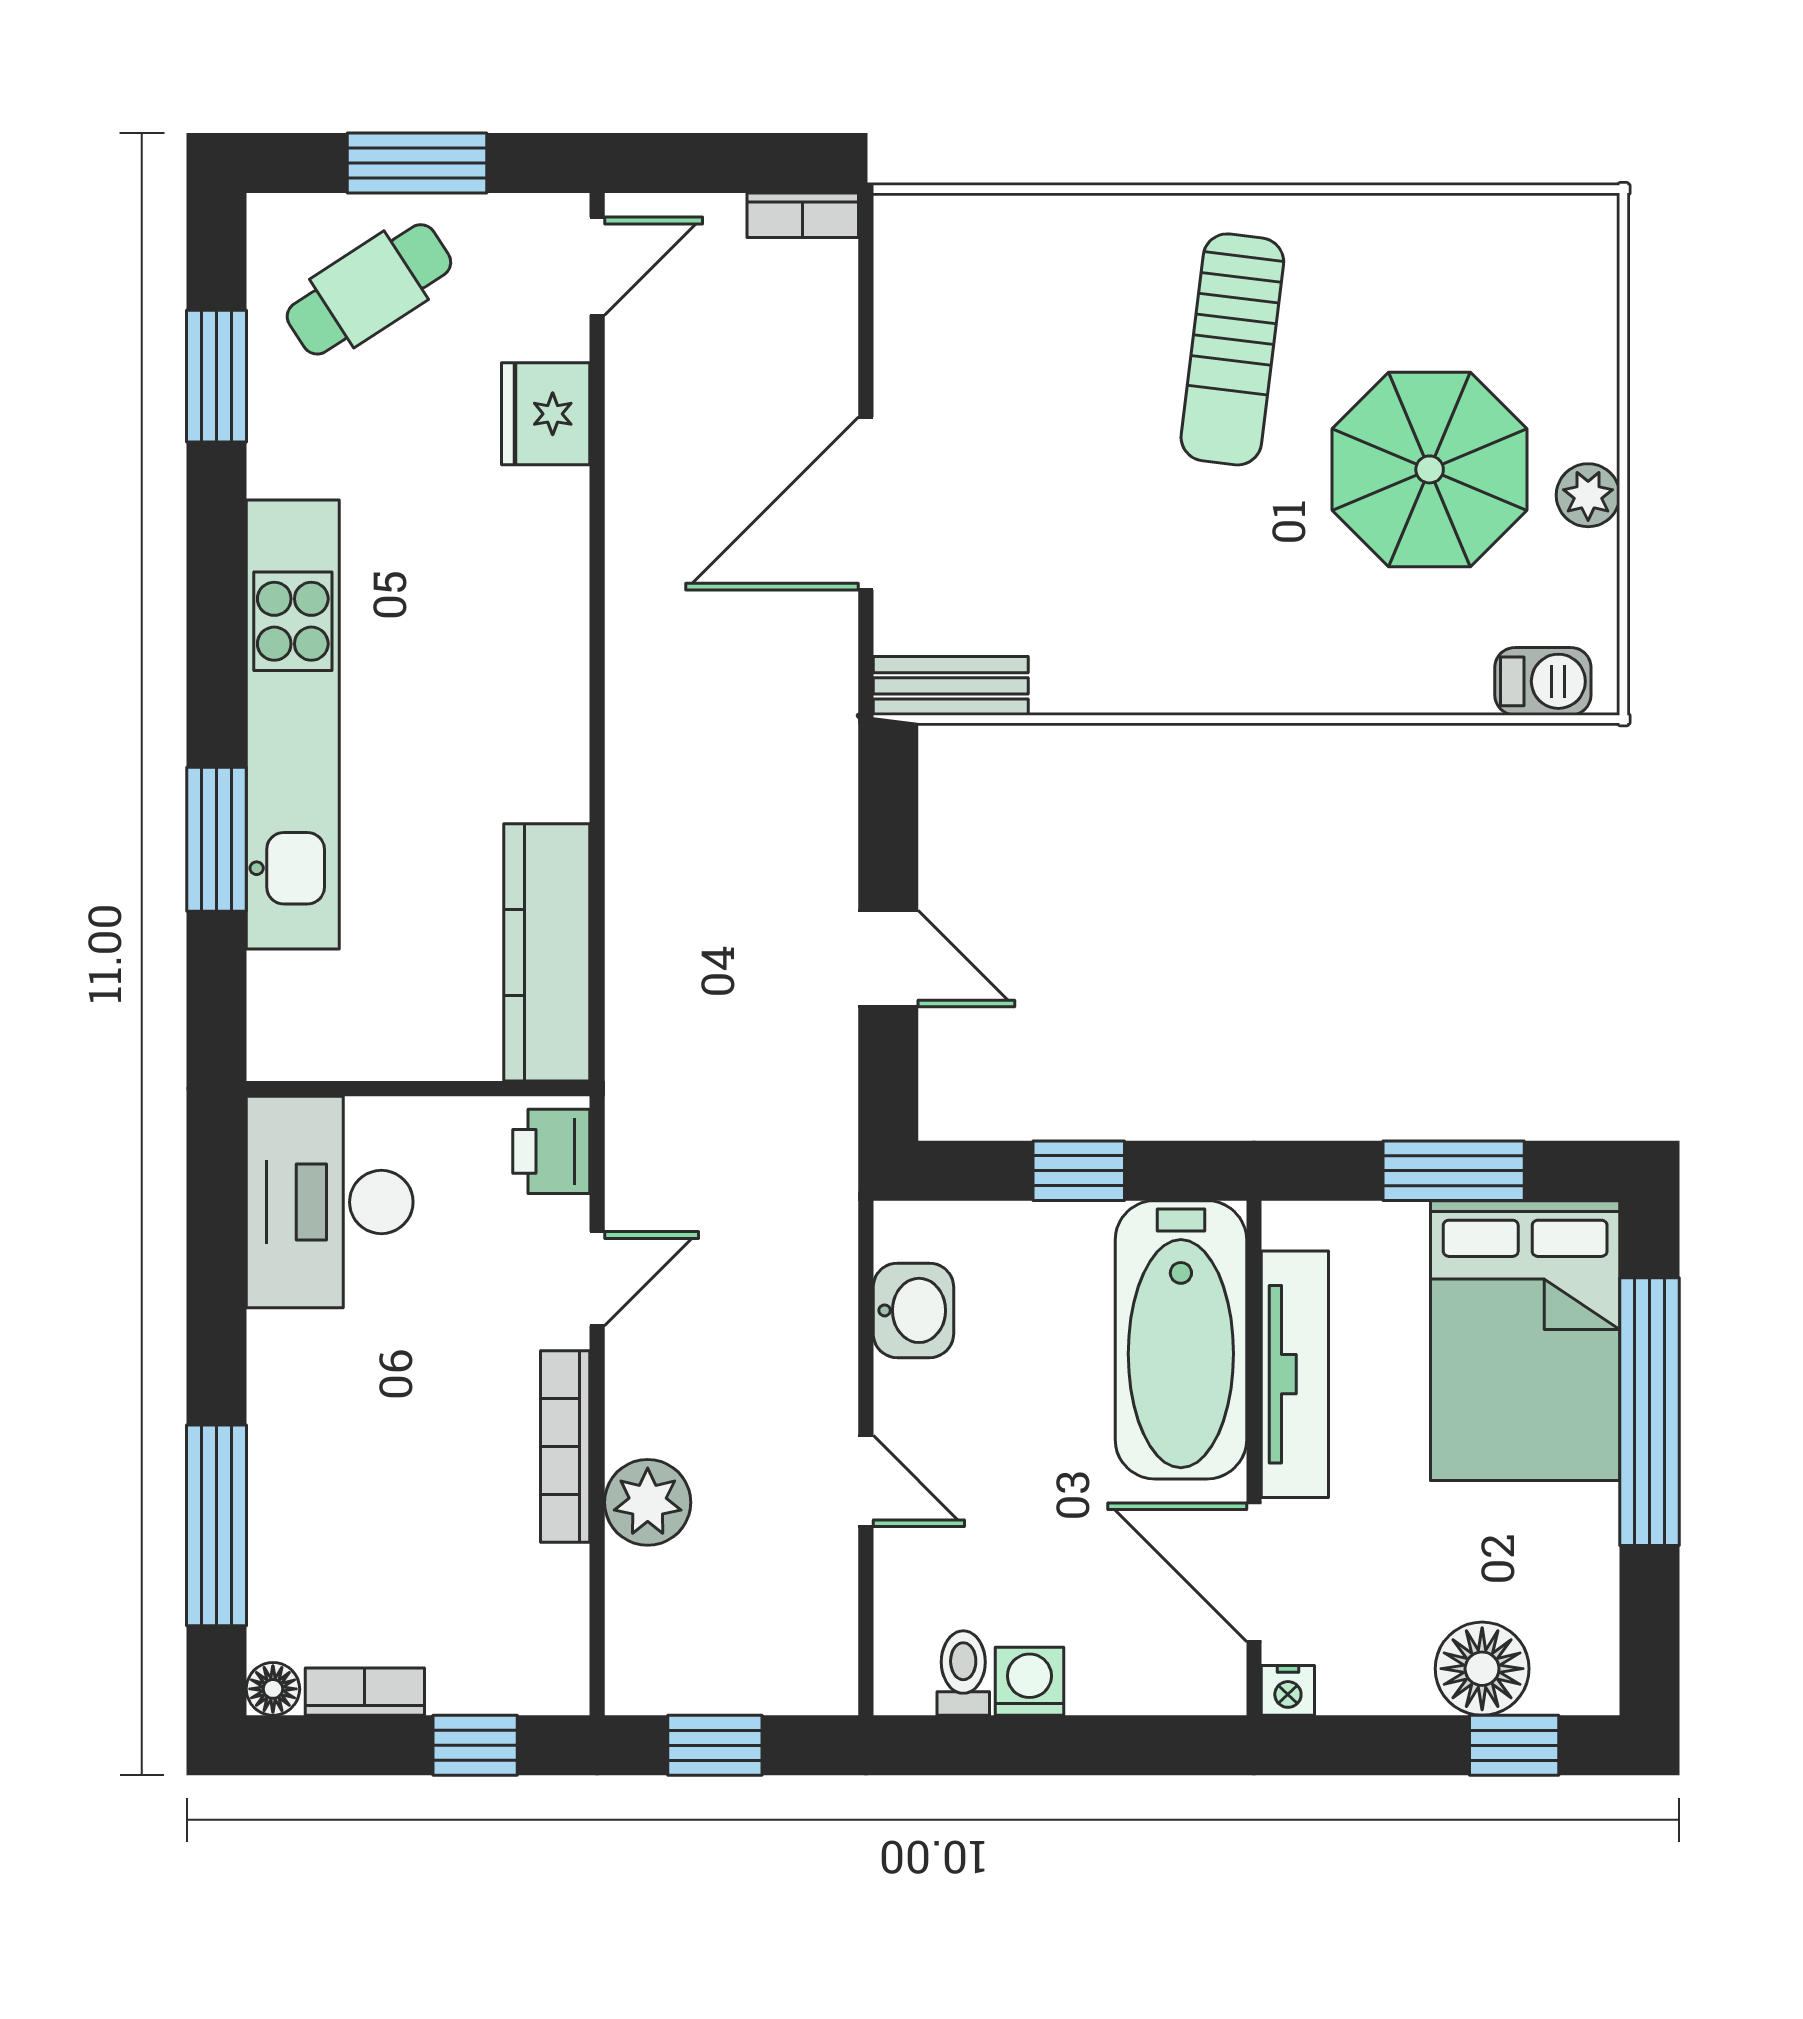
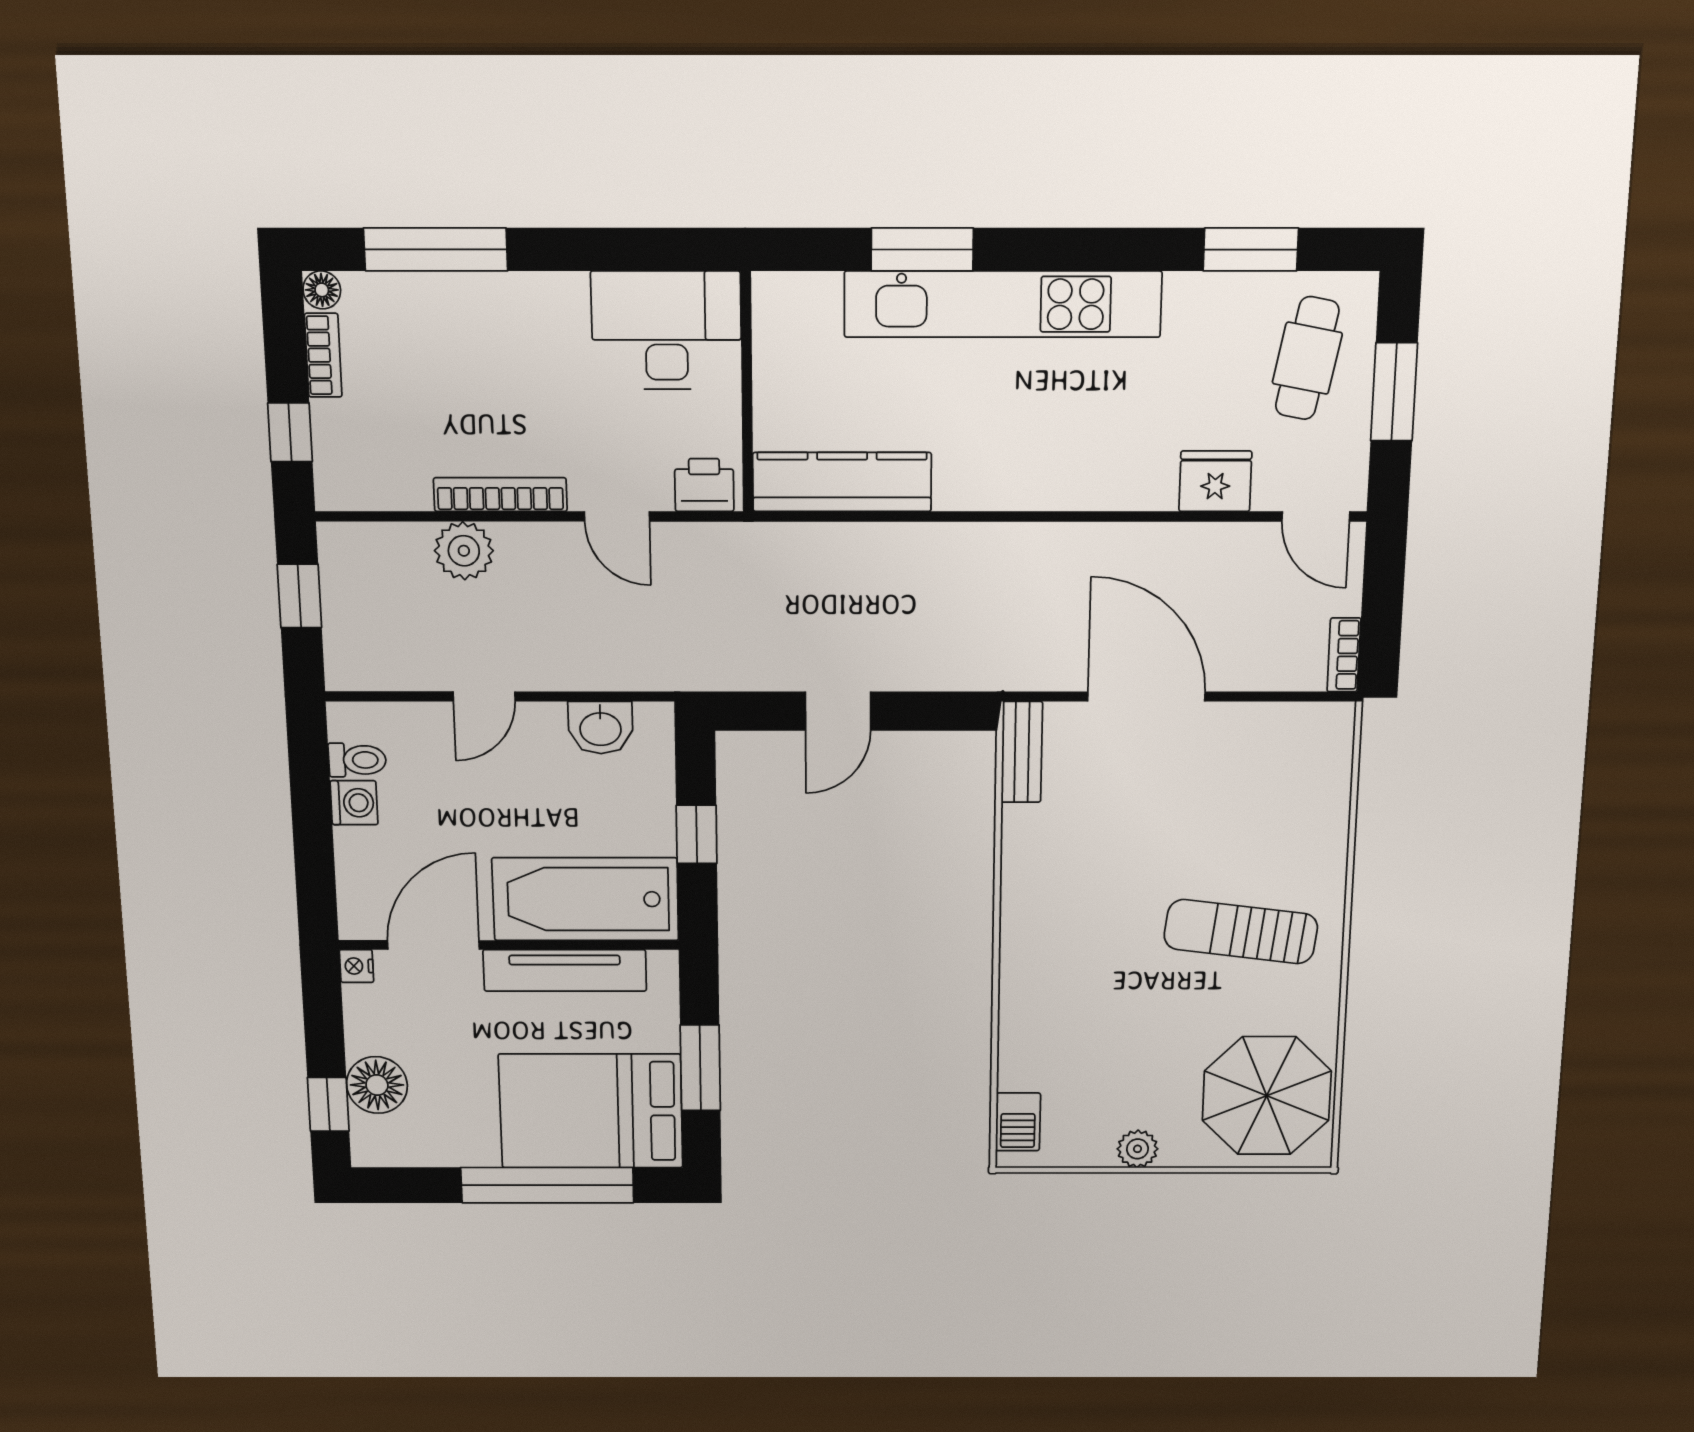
cafe table: (369, 289) -> (1307, 358), turned 44
parasol: (1430, 469) -> (1267, 1096), moved

